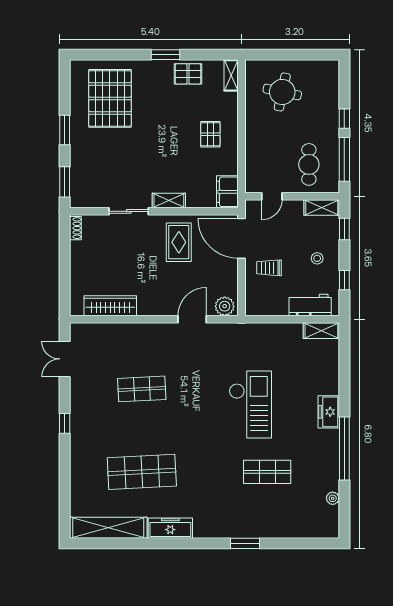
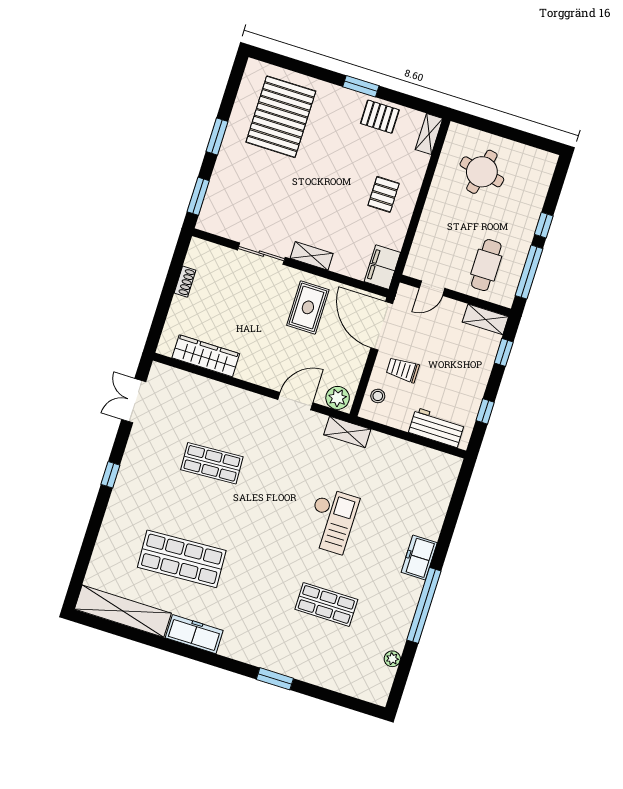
shoe rack: (75, 228) -> (185, 282), moved
stool: (317, 258) -> (378, 396), moved
shelving: (321, 331) -> (347, 432), moved
checkout: (250, 405) -> (331, 521), width x0.73, depth x0.83

